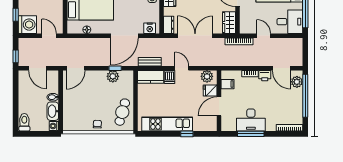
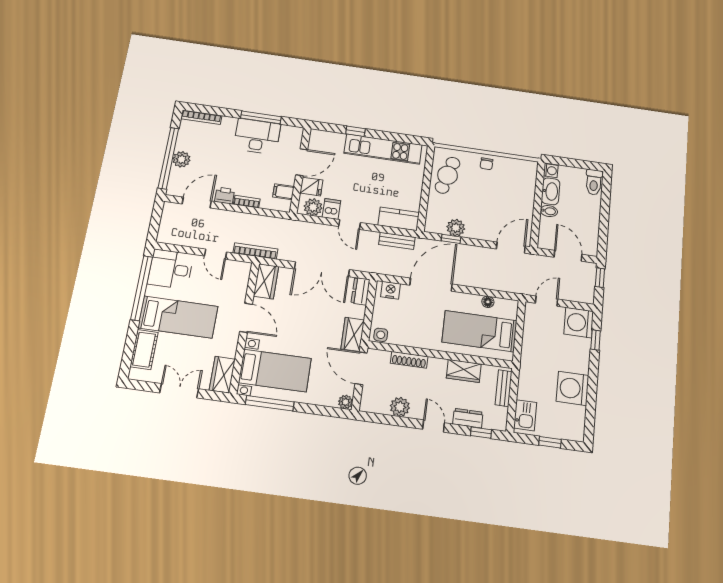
door: (49, 36) -> (547, 301), swing flipped
door: (282, 68) -> (197, 203), hinge flipped
dishwasher: (169, 77) -> (331, 209), moved
plant: (297, 82) -> (181, 159), moved

